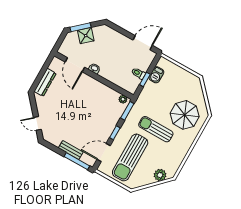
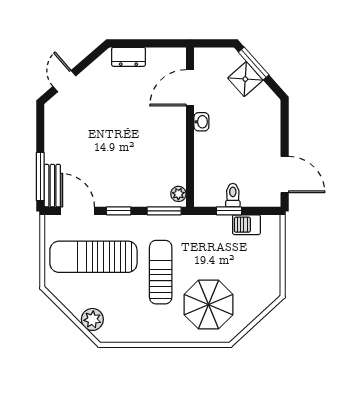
dresser: (45, 82) -> (128, 57), width x0.70
bench: (71, 150) -> (52, 186), moved

